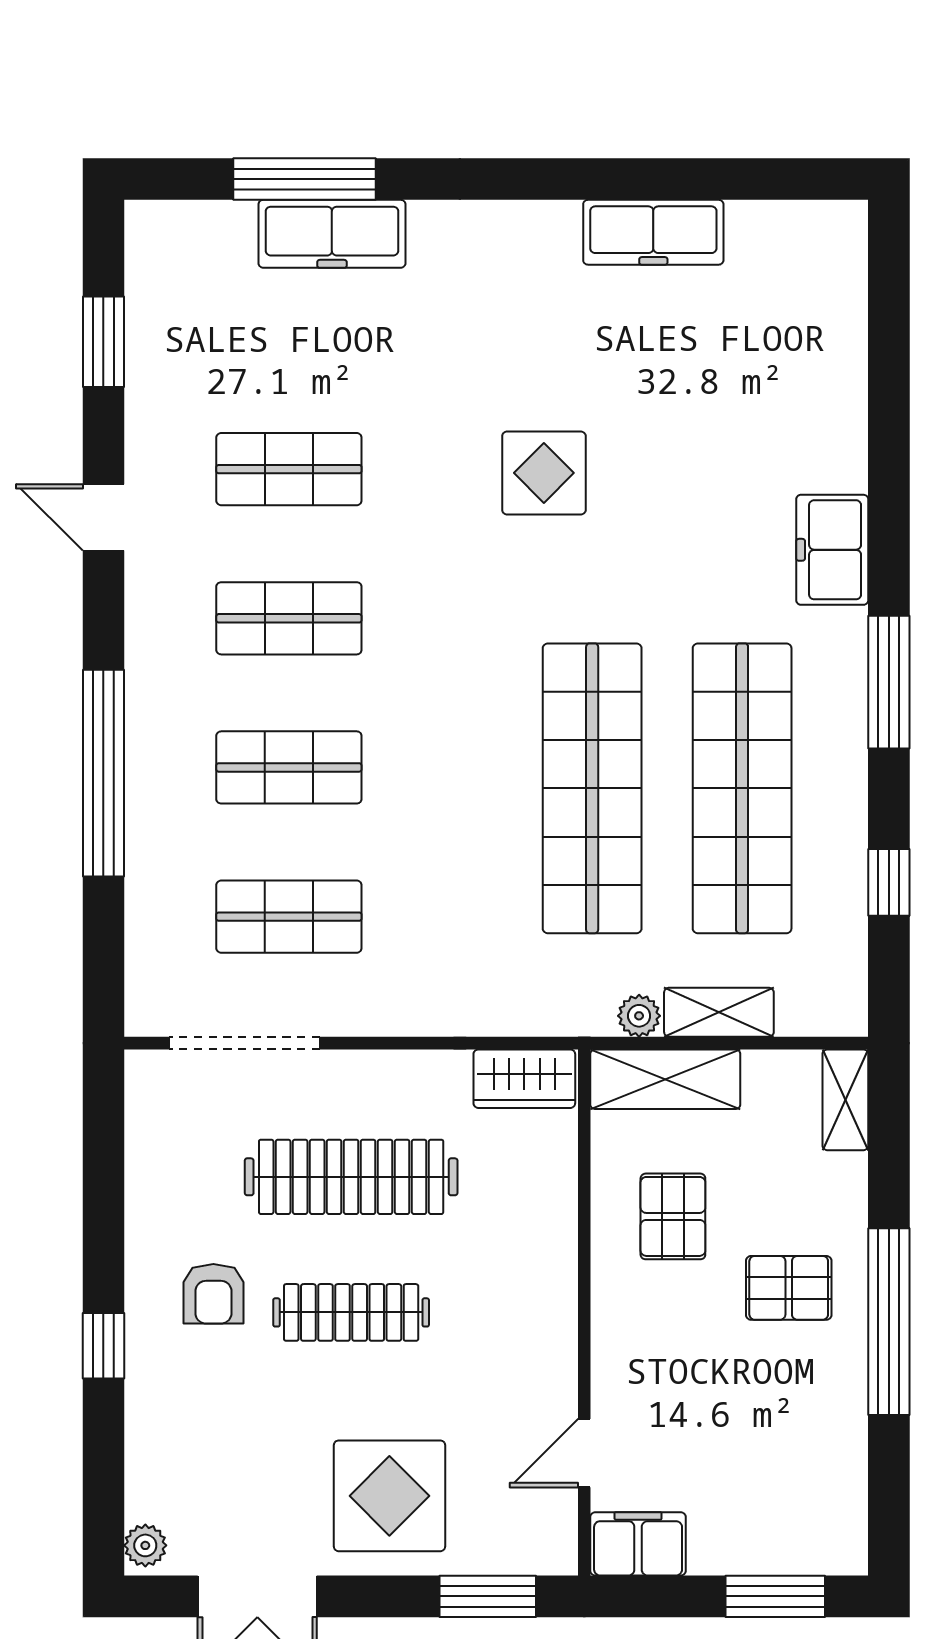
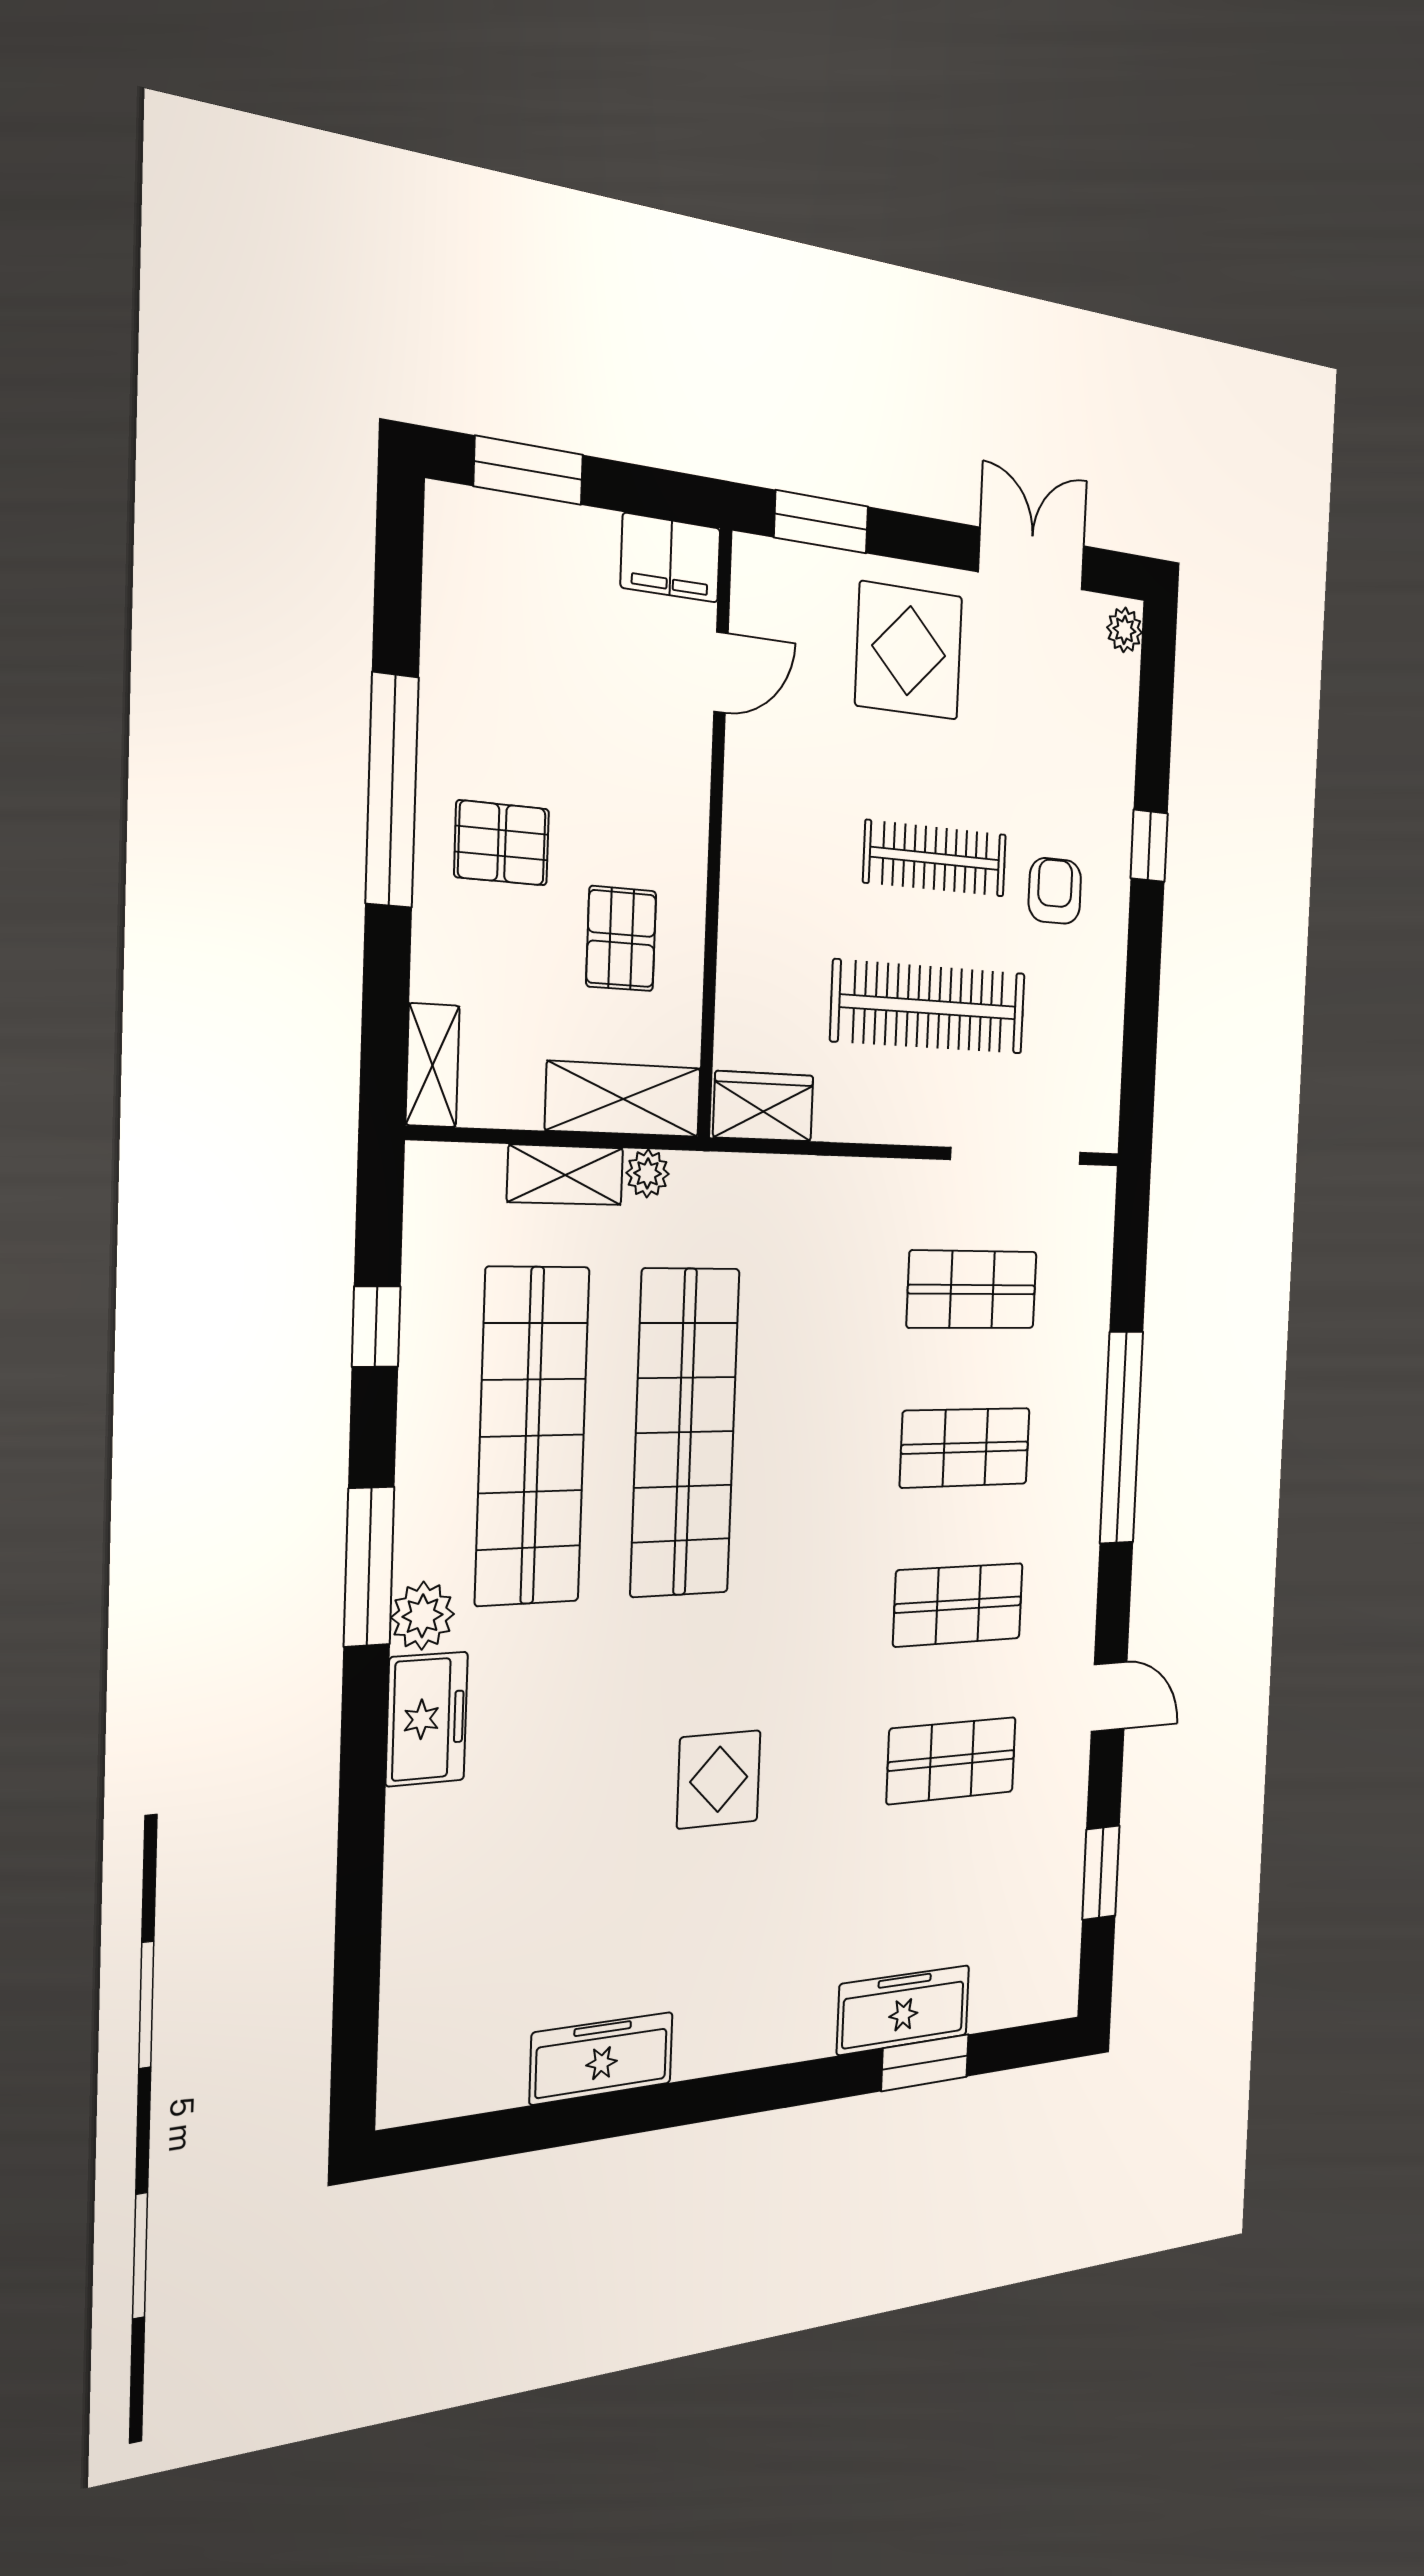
window: (305, 179) -> (925, 2063), width x0.69
plant: (839, 638) -> (423, 1616), added

